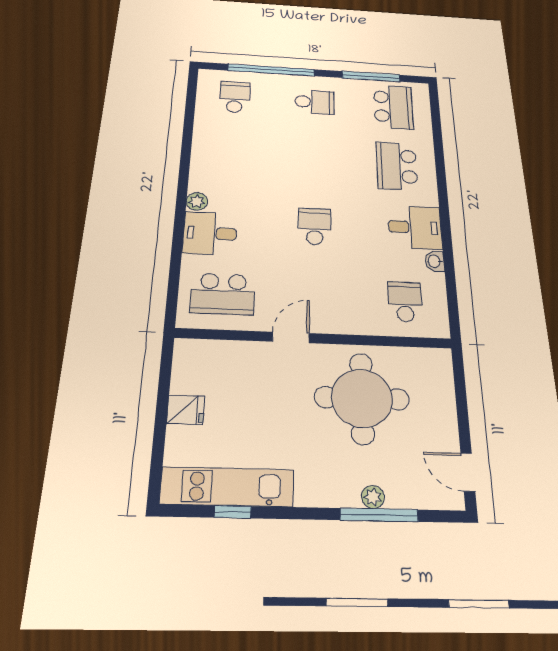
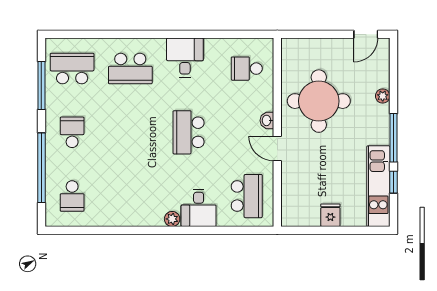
school desk: (235, 97) -> (72, 196), turned -90
school desk: (315, 226) -> (189, 132), width x1.85
washbasin: (435, 261) -> (267, 120), moved, turned 90
window: (379, 515) -> (393, 138), moved

